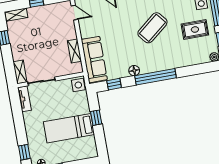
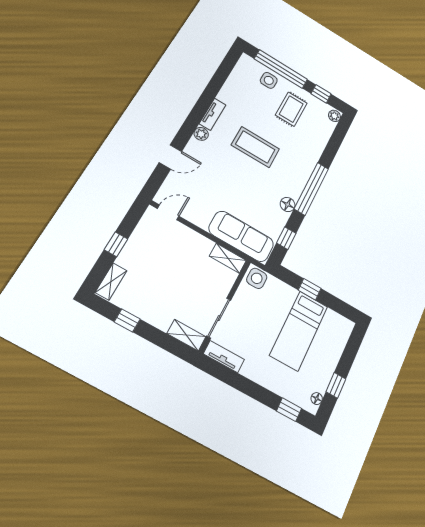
coffee table: (152, 28) -> (255, 147), turned -51
shelving: (74, 51) -> (228, 258), moved

